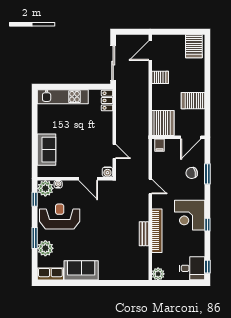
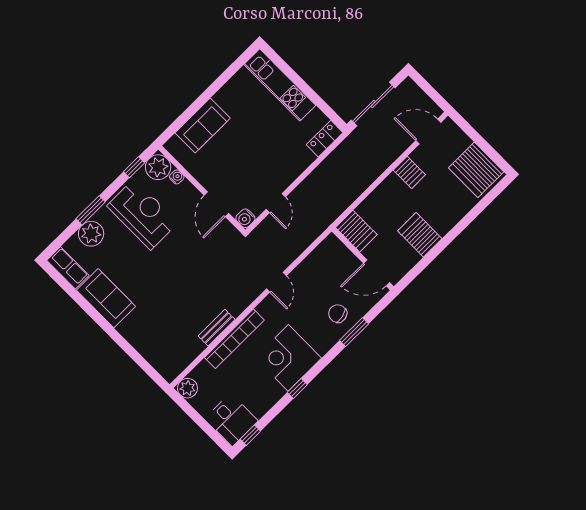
server rack: (194, 46) -> (476, 170), width x1.60
server rack: (163, 123) -> (356, 231), width x0.62
filing cabinet: (160, 145) -> (333, 247), removed

